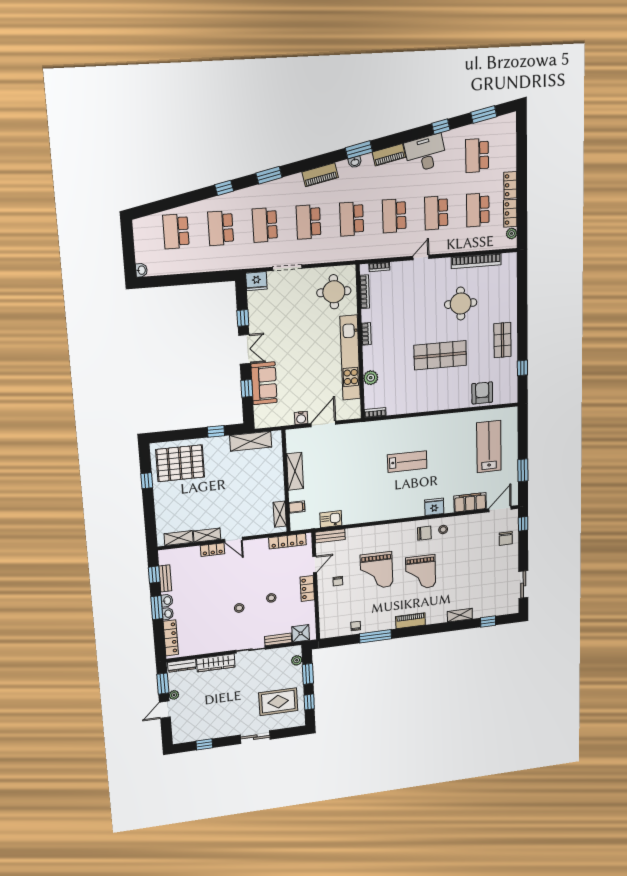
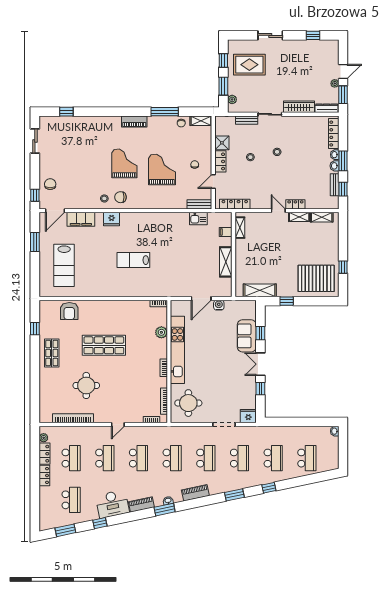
shelving: (460, 615) -> (201, 121), moved
shower: (301, 633) -> (222, 143), moved

